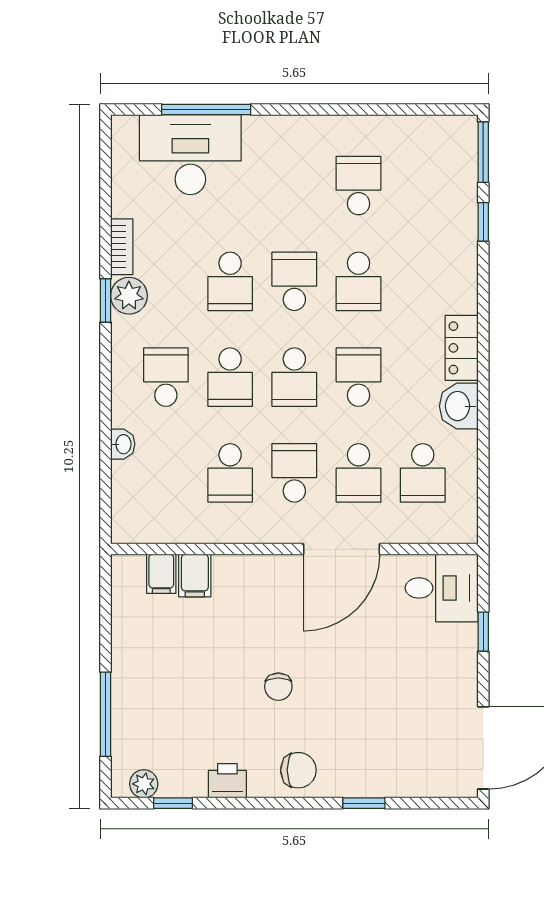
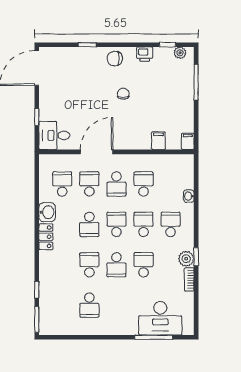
school desk: (166, 377) -> (171, 224), turned 180
filing cabinet: (161, 574) -> (188, 141), moved

